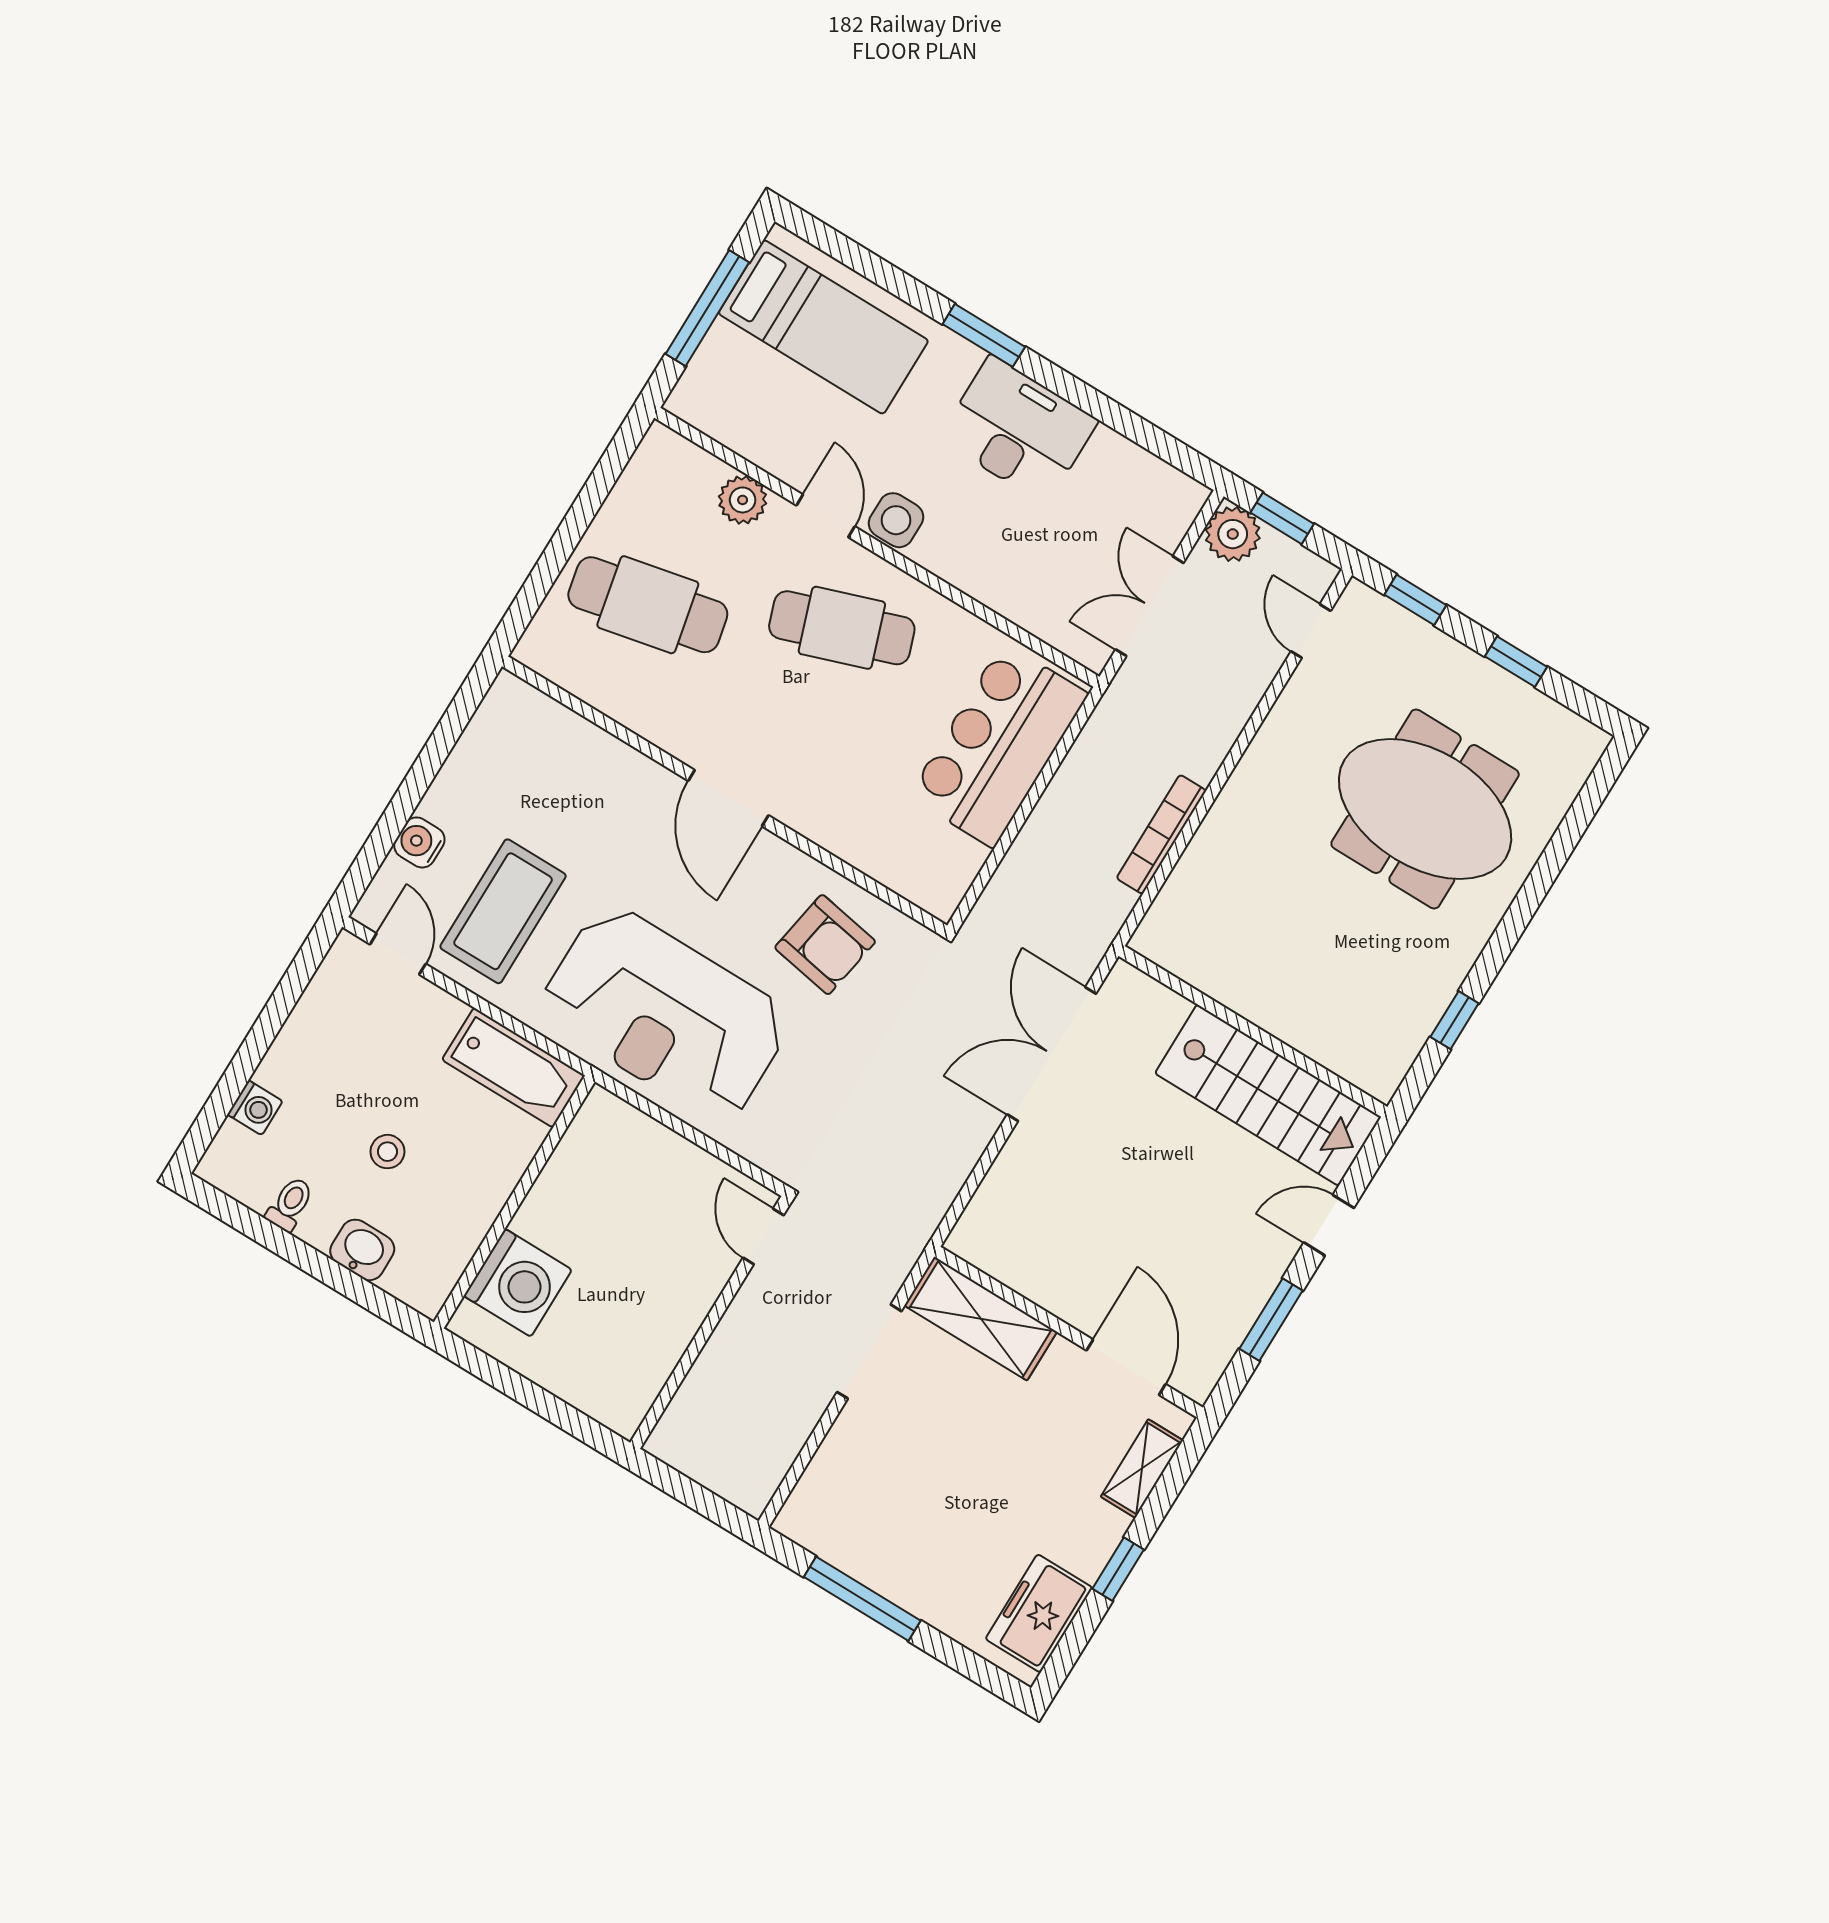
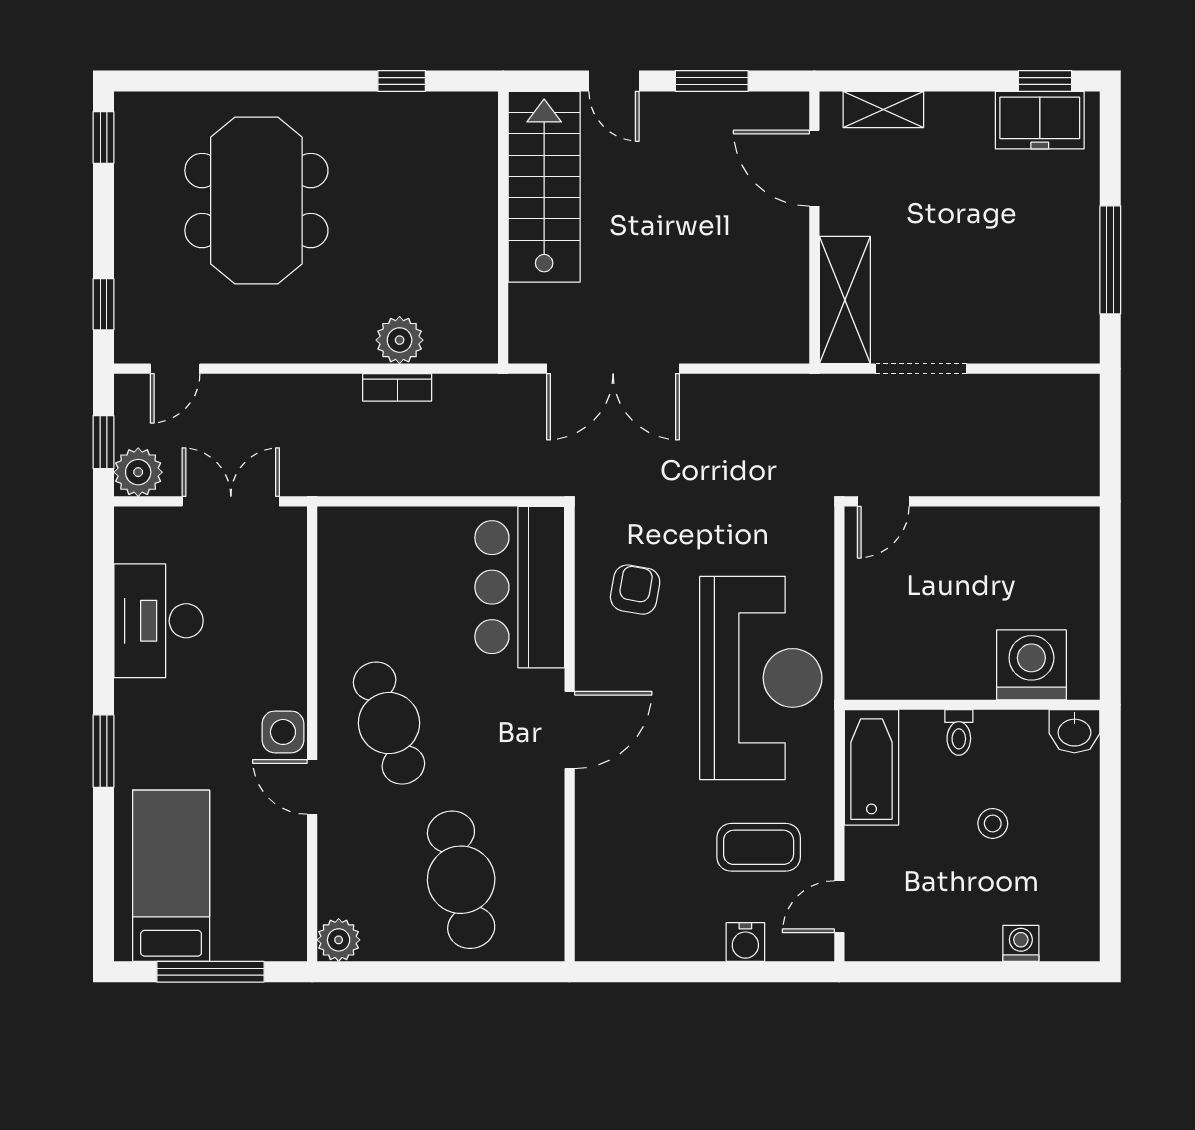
desk: (1018, 430) -> (159, 621), moved
plant: (743, 500) -> (339, 940), moved
door: (826, 516) -> (312, 787), hinge flipped
double door: (1150, 606) -> (231, 501), swing flipped
window: (1516, 662) -> (103, 138), moved
bar counter: (998, 745) -> (520, 587), moved, turned 90
bookcase: (1161, 834) -> (397, 387), width x0.64
plant: (1206, 865) -> (400, 340), added
coffee table: (503, 911) -> (759, 847), width x0.73, depth x0.76
armchair: (825, 945) -> (635, 590), width x0.72, depth x0.72
toilet: (290, 1204) -> (959, 732), moved, turned -90
washbasin: (362, 1250) -> (1074, 731), moved, turned -90
door: (1126, 1367) -> (814, 168), hinge flipped
window: (1118, 1569) -> (1045, 81), moved

